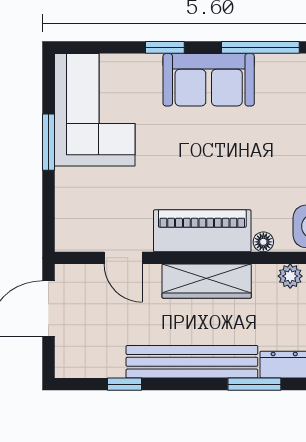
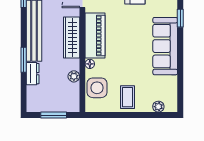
window: (260, 47) -> (180, 63), removed
sofa: (209, 80) -> (165, 46), width x1.36

